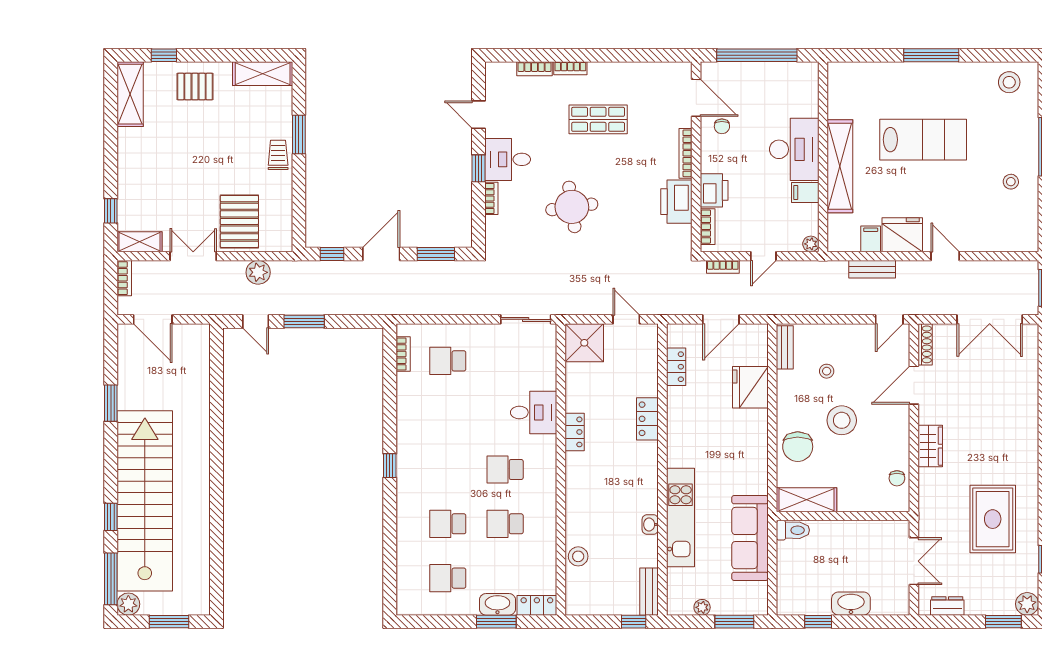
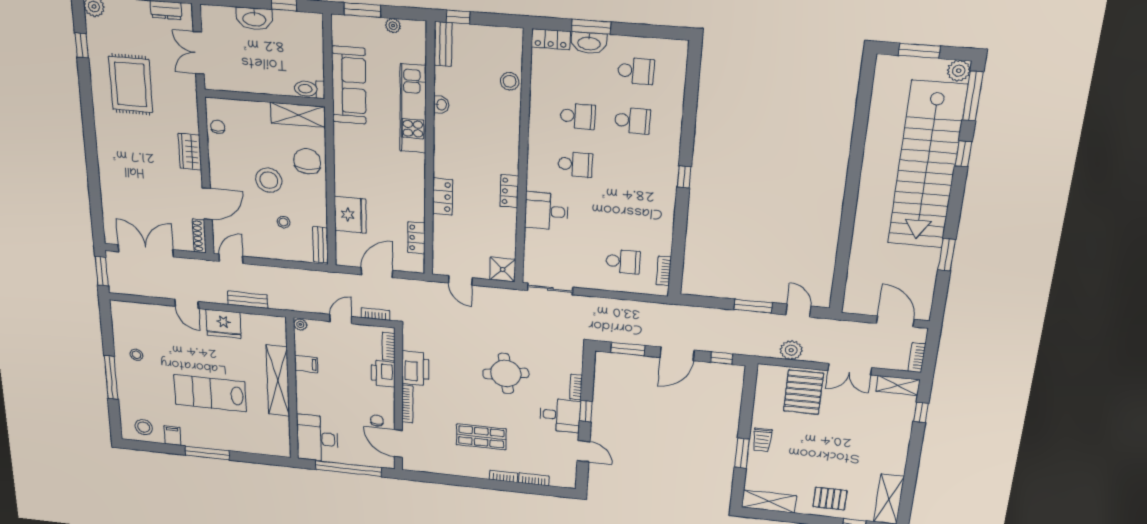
desk: (794, 149) -> (317, 438), moved
filing cabinet: (871, 239) -> (172, 436), moved, turned 180
shower: (584, 343) -> (503, 270), width x0.73, depth x0.73

